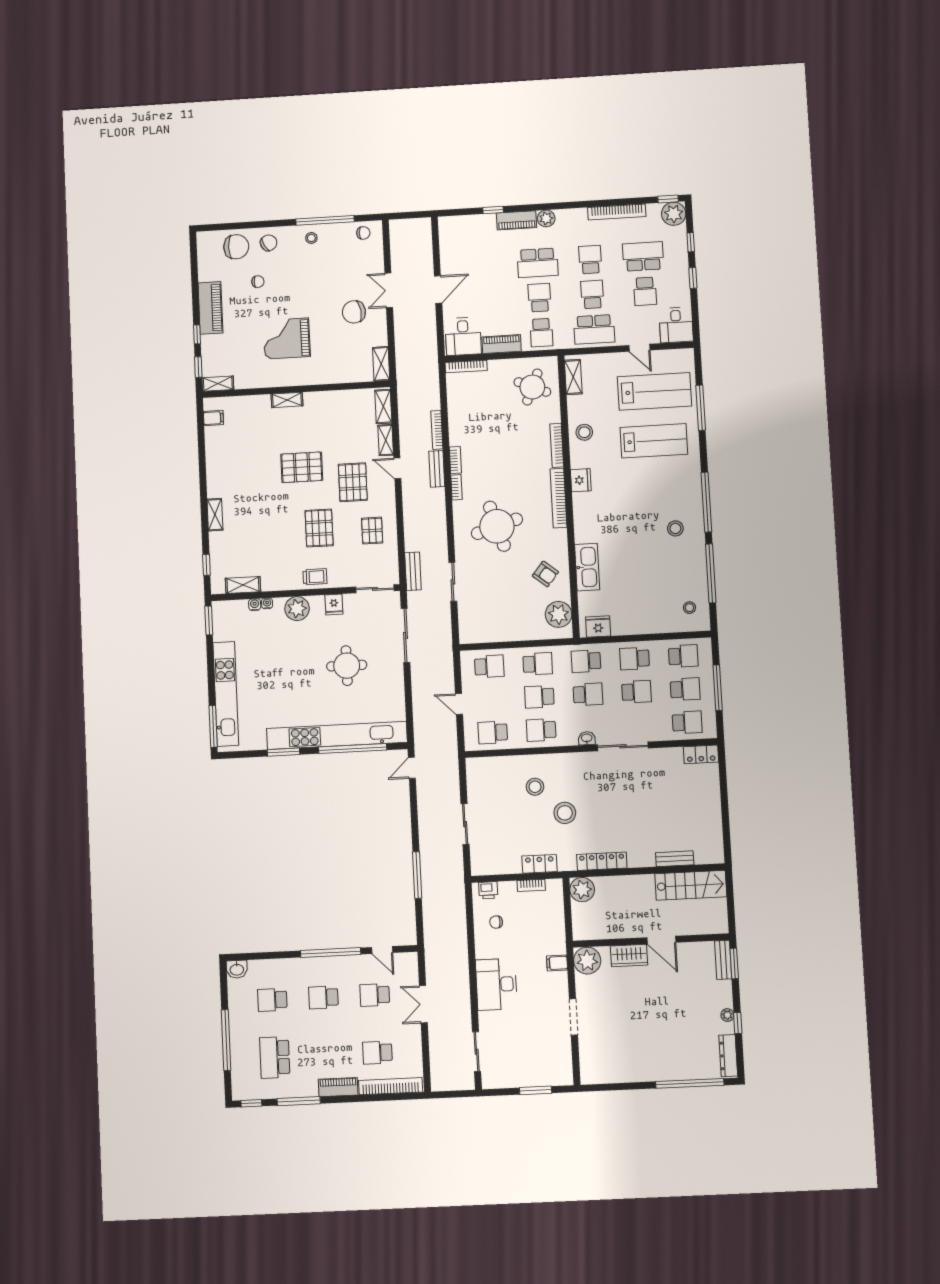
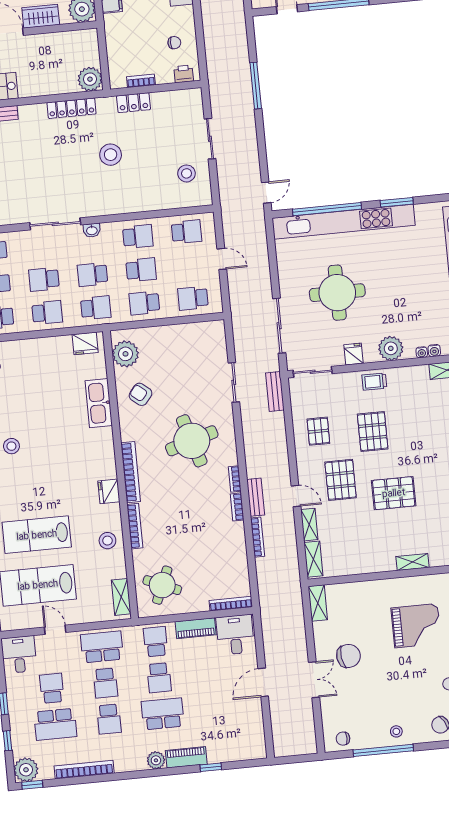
round table: (347, 666) -> (337, 293), width x1.36, depth x1.36
stool: (535, 787) -> (187, 173), moved

